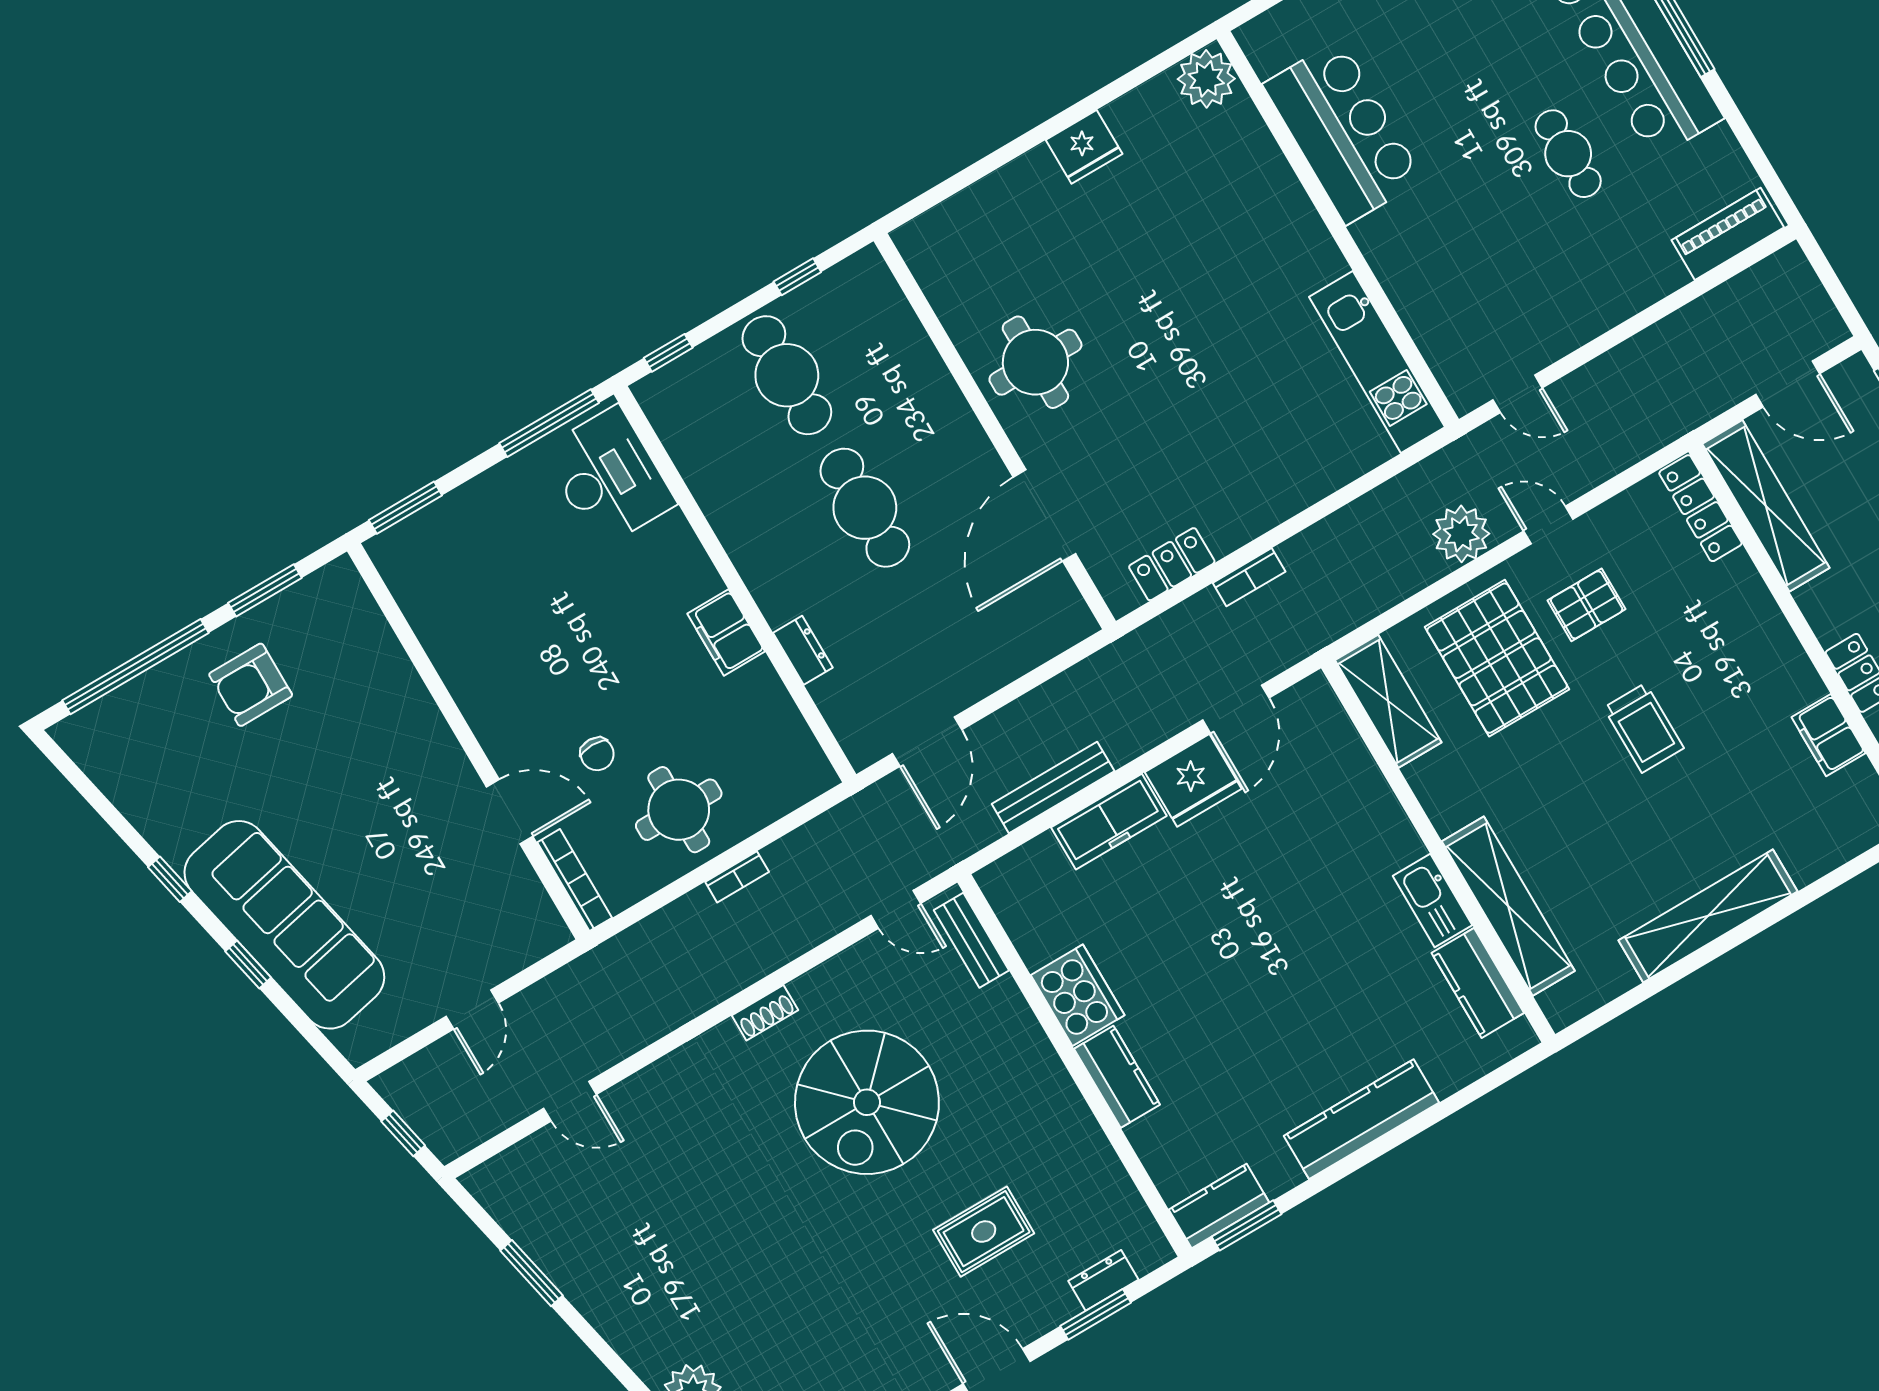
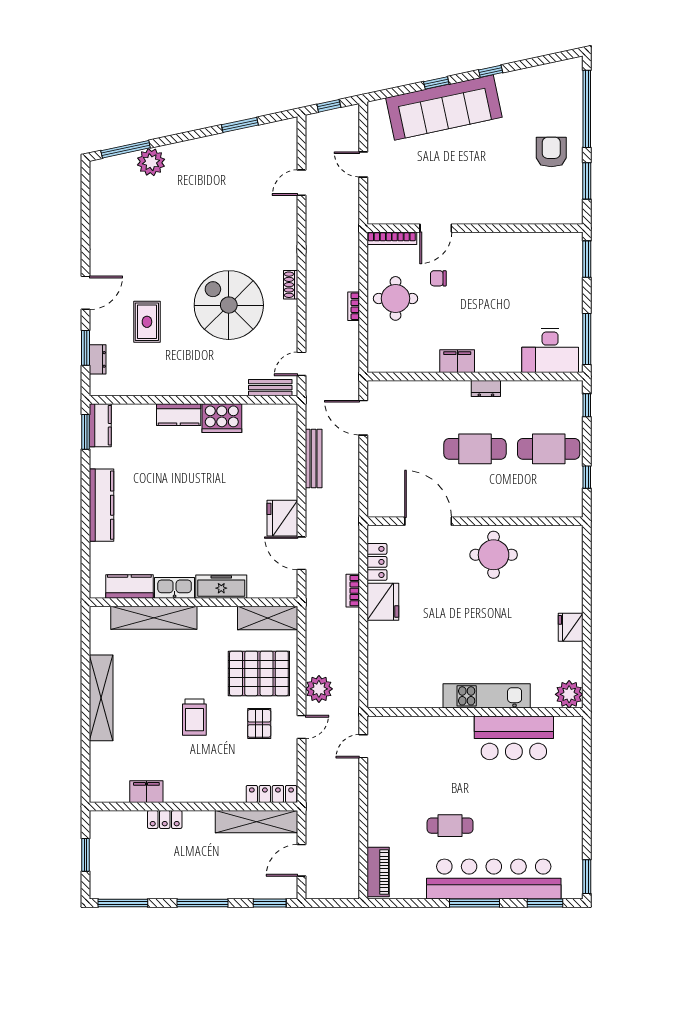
kitchen unit: (1377, 362) -> (487, 696), moved
fridge: (1237, 511) -> (383, 602), added
dresser: (803, 650) -> (486, 389), moved
trolley: (1644, 728) -> (194, 717), turned -90
freezer: (1109, 822) -> (221, 587), moved, turned 90

